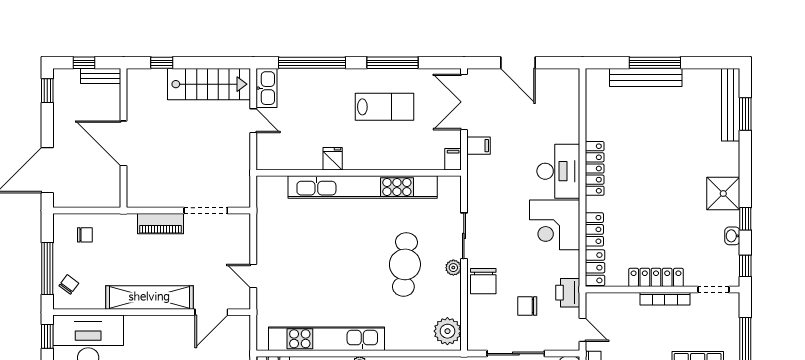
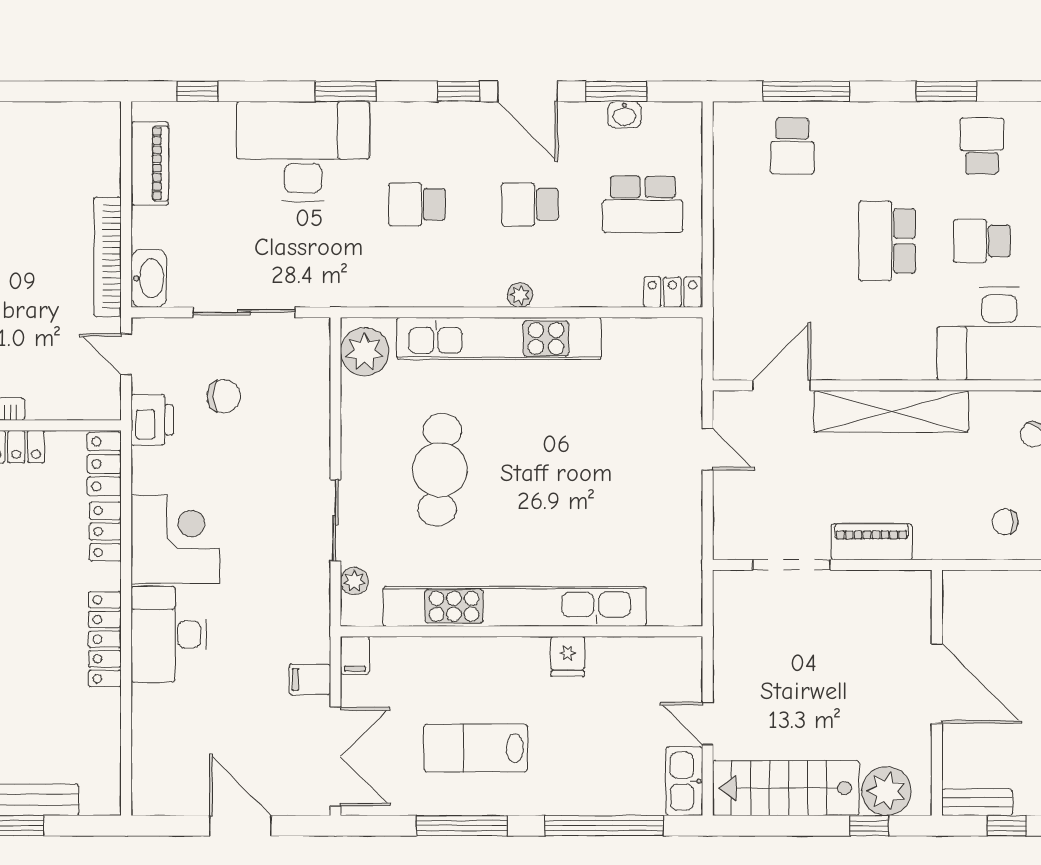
plant: (152, 82) -> (886, 791), added
plant: (453, 268) -> (354, 581), moved
chair: (483, 281) -> (301, 440), removed
kitchen unit: (326, 339) -> (499, 338), moved

